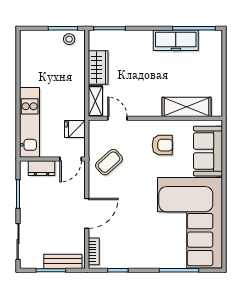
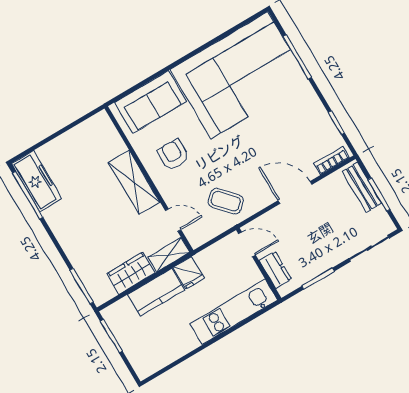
stool: (69, 39) -> (119, 323), removed
freezer: (176, 40) -> (37, 181), moved
kitchen counter: (75, 77) -> (156, 292), added
shelving: (186, 107) -> (134, 182), moved
door: (117, 118) -> (173, 220), swing flipped
fridge: (75, 129) -> (189, 273), moved

